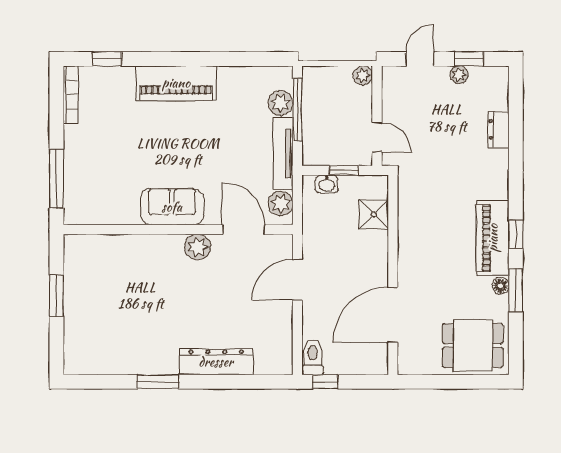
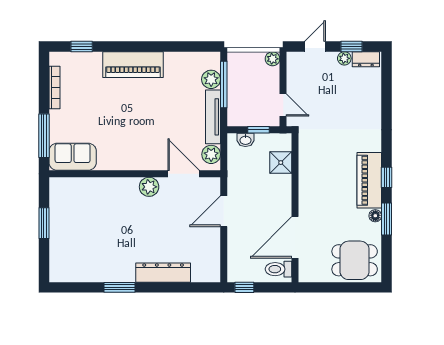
bookcase: (71, 94) -> (55, 88), moved
dresser: (499, 129) -> (366, 59), moved, turned -90
sofa: (172, 207) -> (73, 157), moved
toilet: (313, 357) -> (278, 269), moved, turned -90

